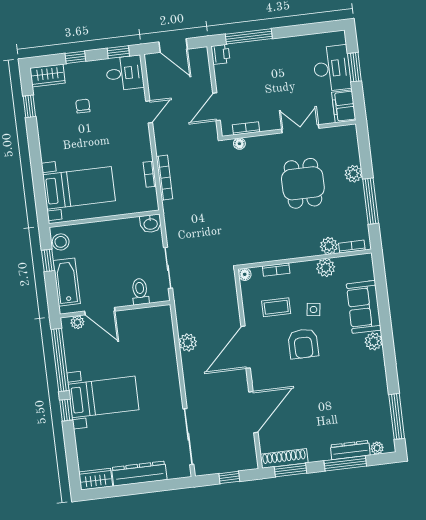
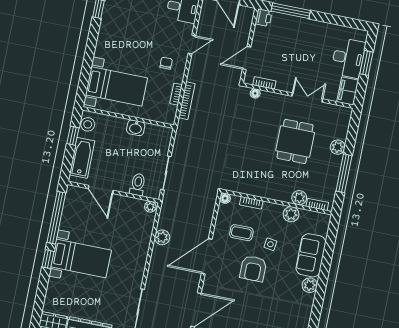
chair: (83, 106) -> (166, 63), moved
washbasin: (151, 224) -> (136, 128), moved
plant: (77, 322) -> (150, 207), moved

